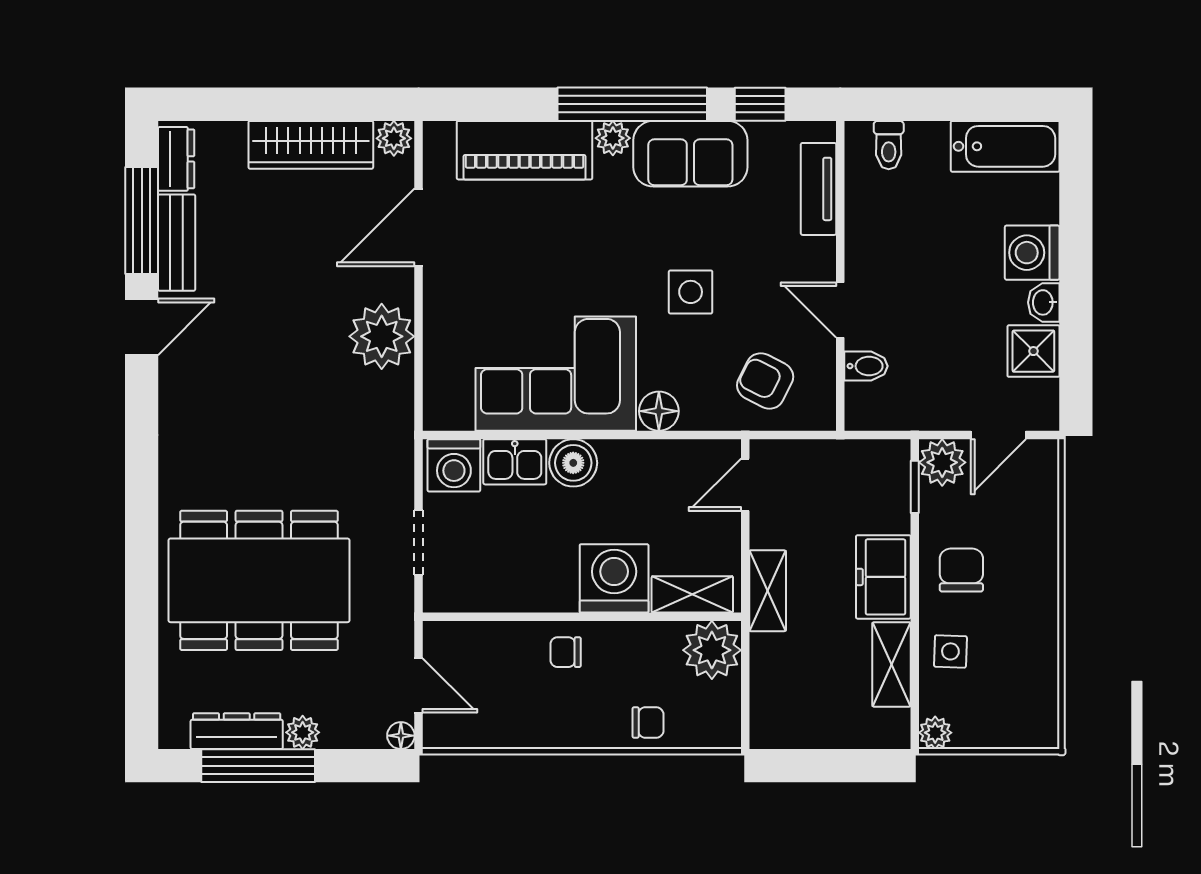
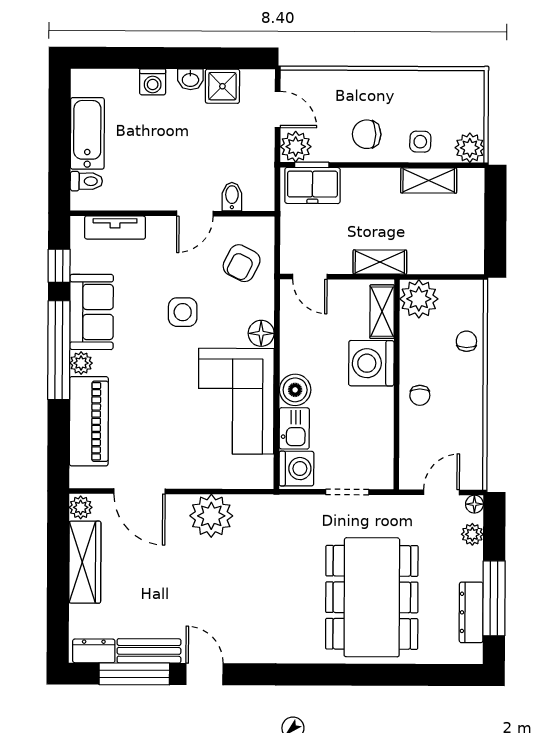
bathtub: (1005, 146) -> (87, 133), moved
washing machine: (1032, 253) -> (153, 82), width x0.73, depth x0.73
freezer: (883, 577) -> (312, 185), moved
plant: (303, 732) -> (472, 534), moved
plant: (935, 733) -> (470, 148), width x1.38, depth x1.38

